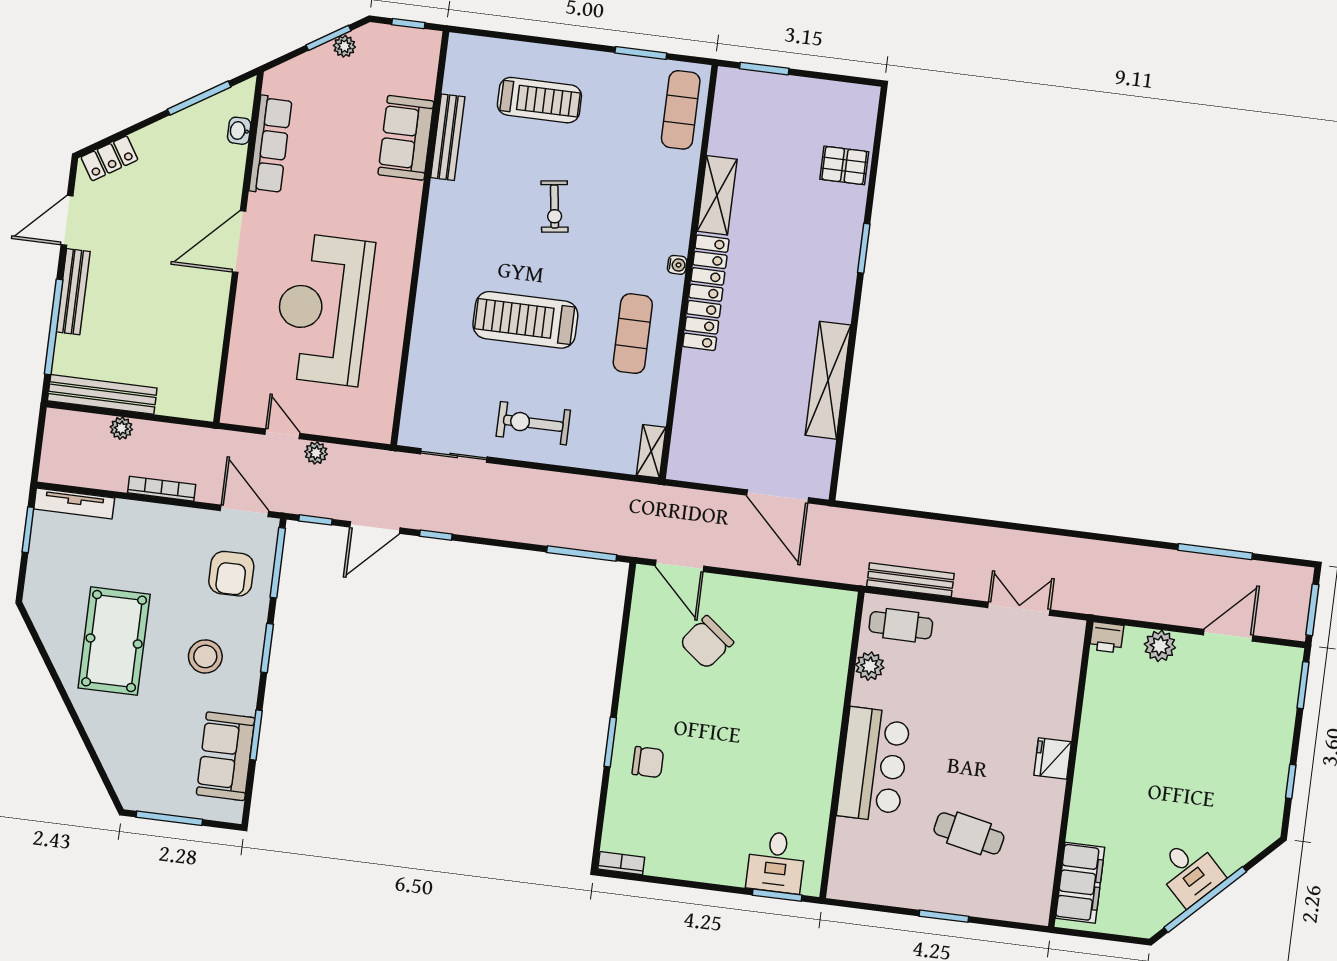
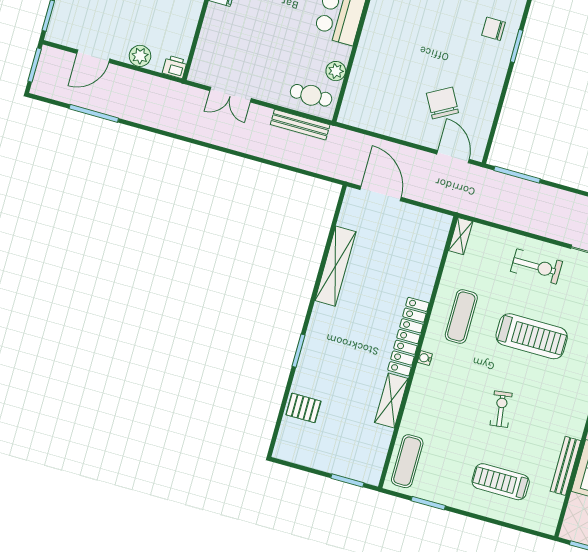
chair: (707, 642) -> (442, 103), turned -67

